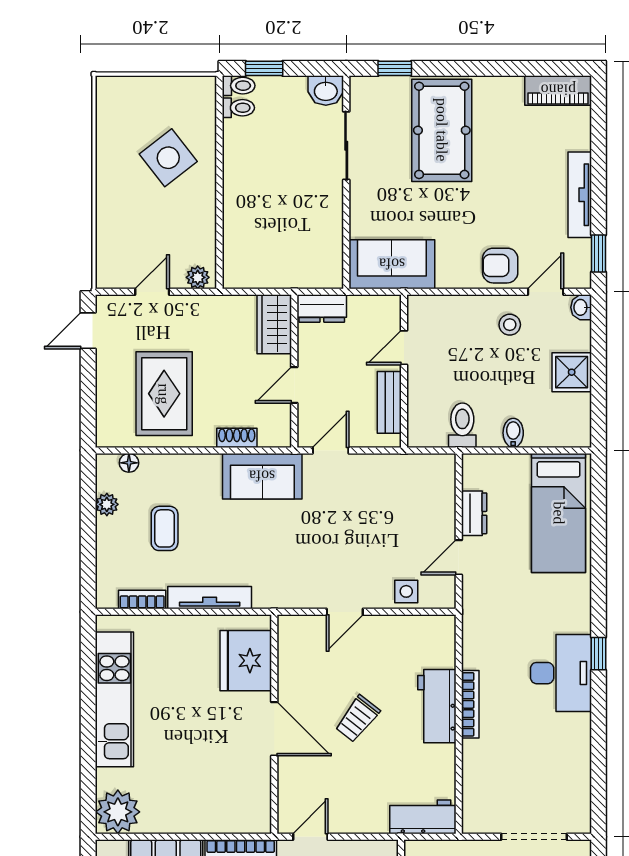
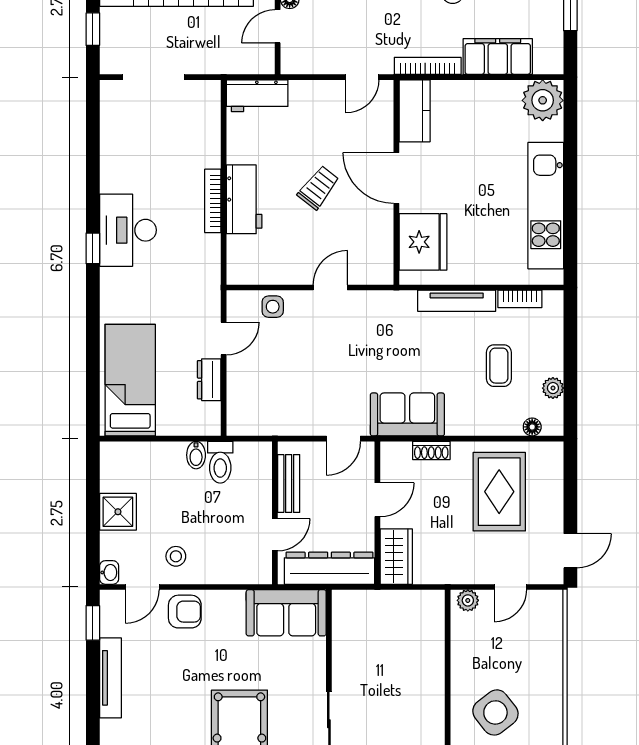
dresser: (322, 309) -> (330, 568), width x1.96, depth x1.24
bidet: (513, 433) -> (196, 455), moved
kitchen counter: (255, 801) -> (415, 111), added

